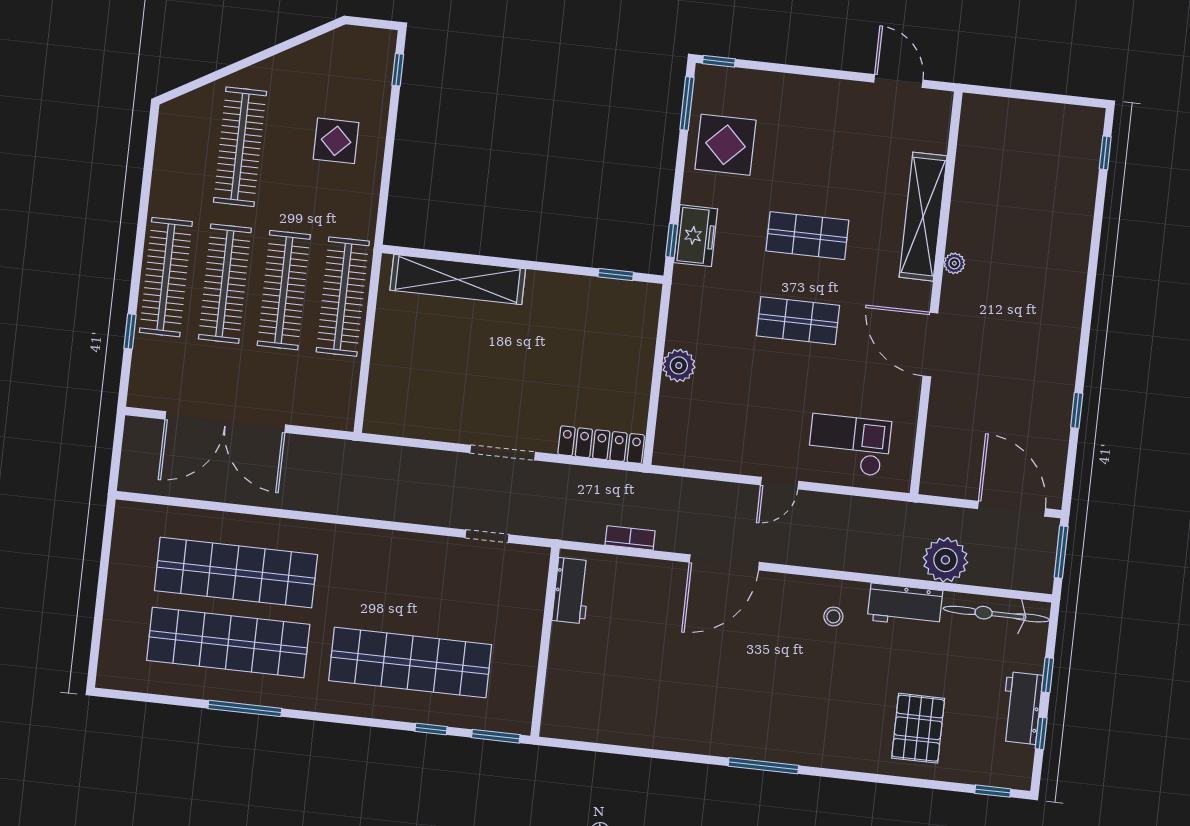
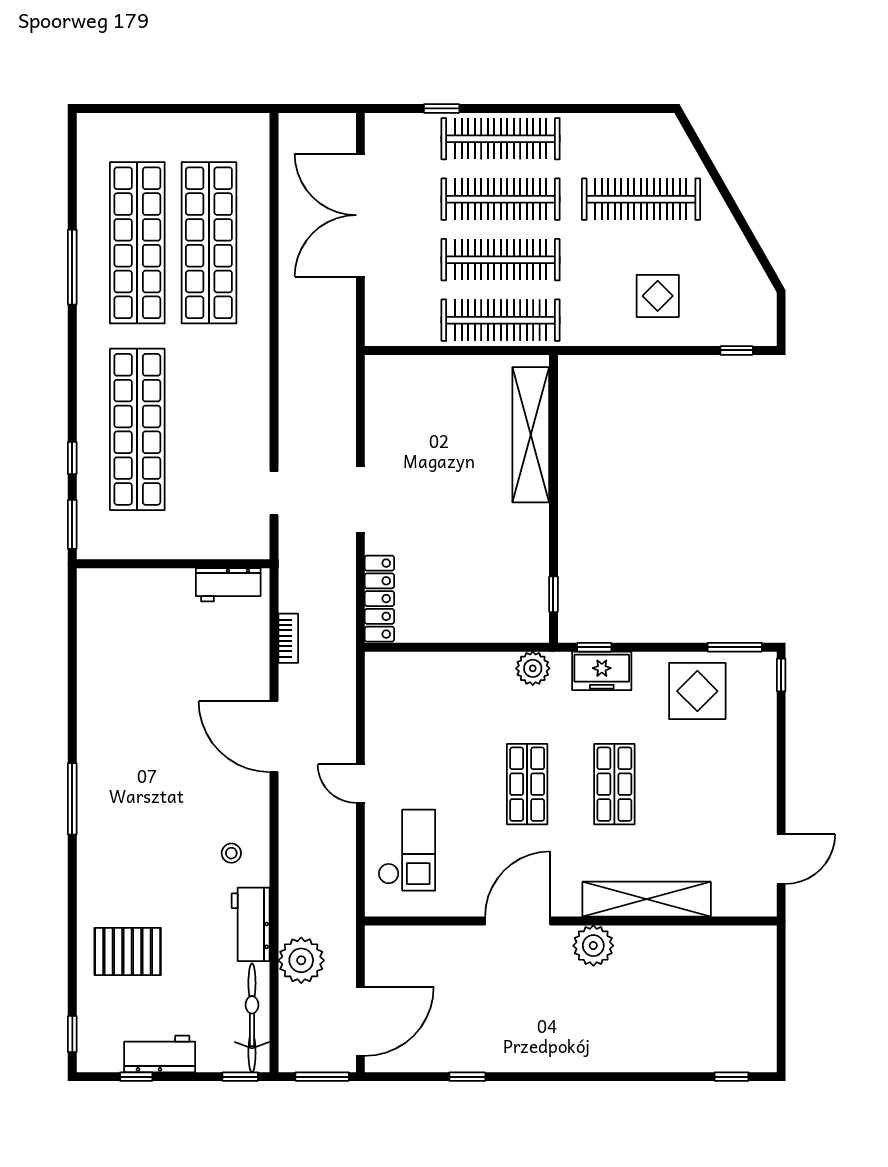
plant: (954, 263) -> (593, 946), width x1.87, depth x1.87
plant: (679, 365) -> (533, 668), moved
window: (1048, 675) -> (240, 1077), moved

